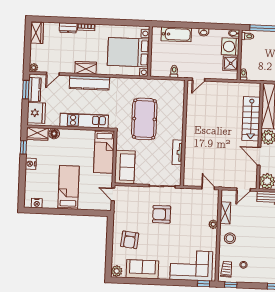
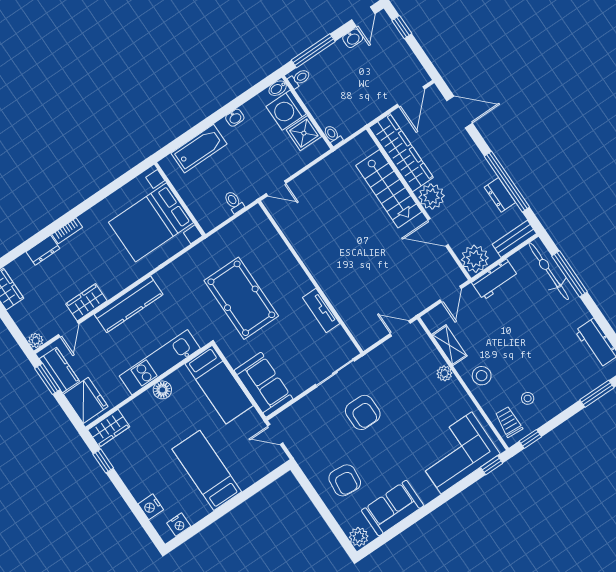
wardrobe: (86, 68) -> (86, 302), moved
door: (199, 80) -> (276, 188), hinge flipped
floor lamp: (54, 134) -> (162, 390), moved
nightstand: (31, 164) -> (151, 507), moved
armchair: (162, 214) -> (363, 412), turned -90

